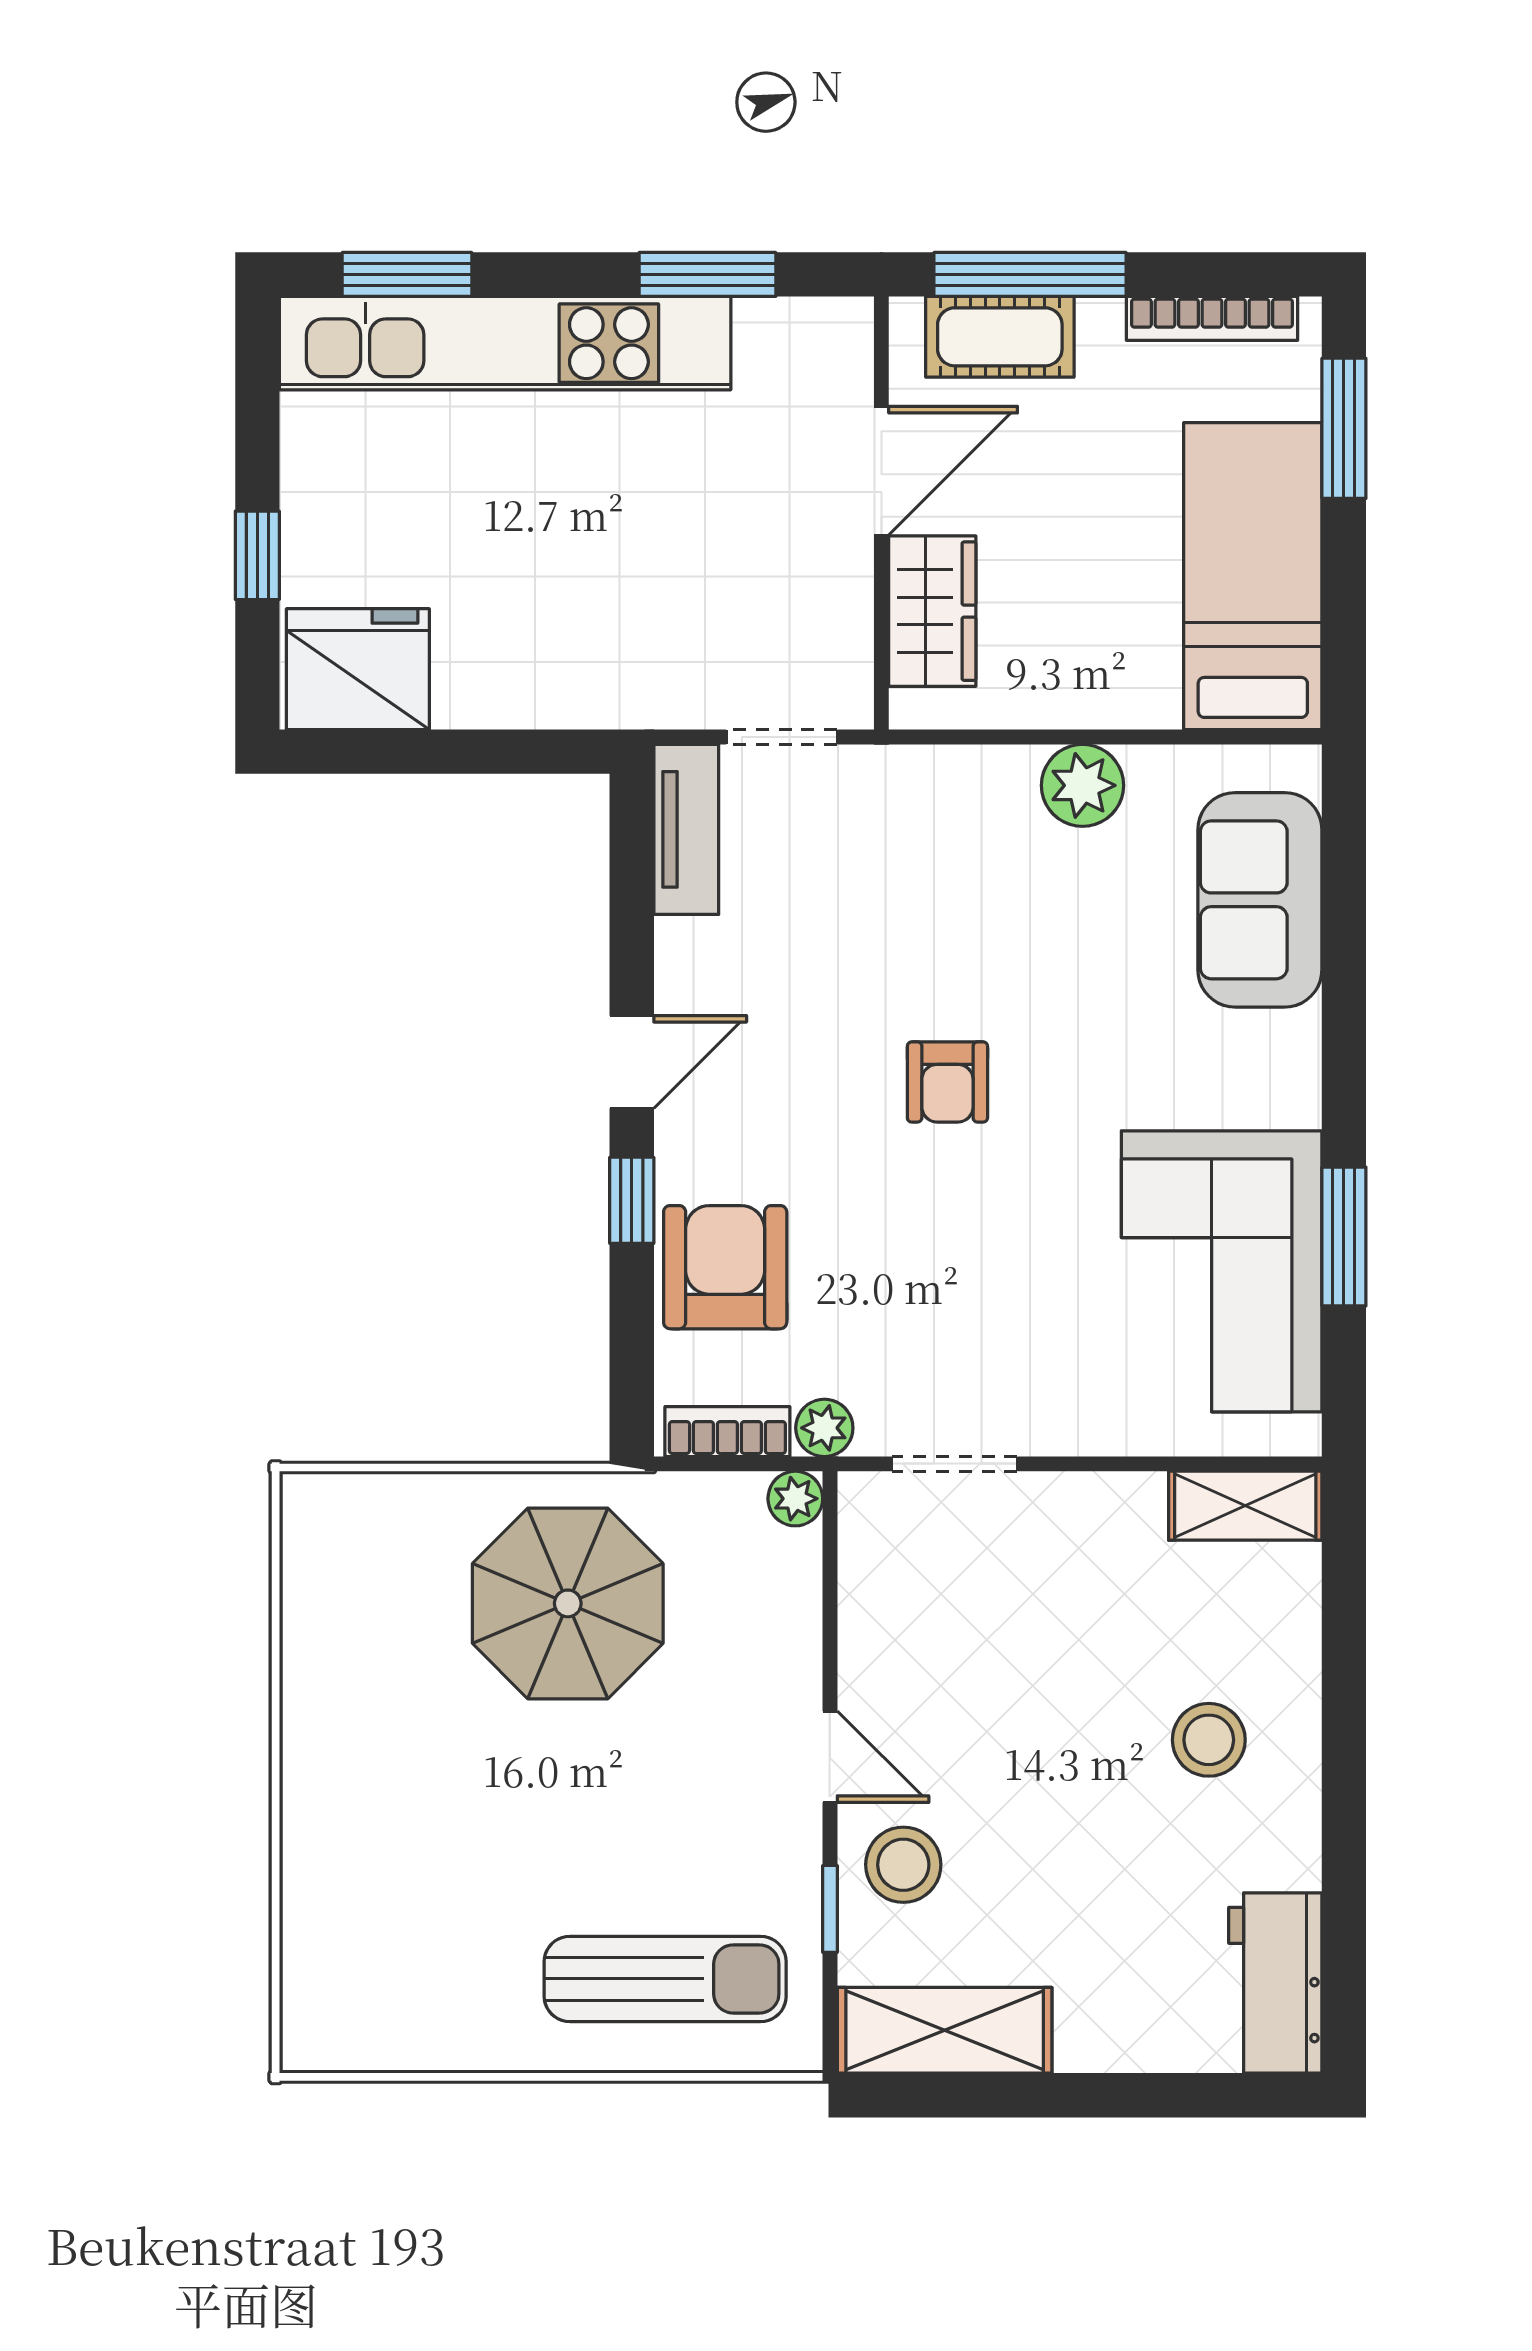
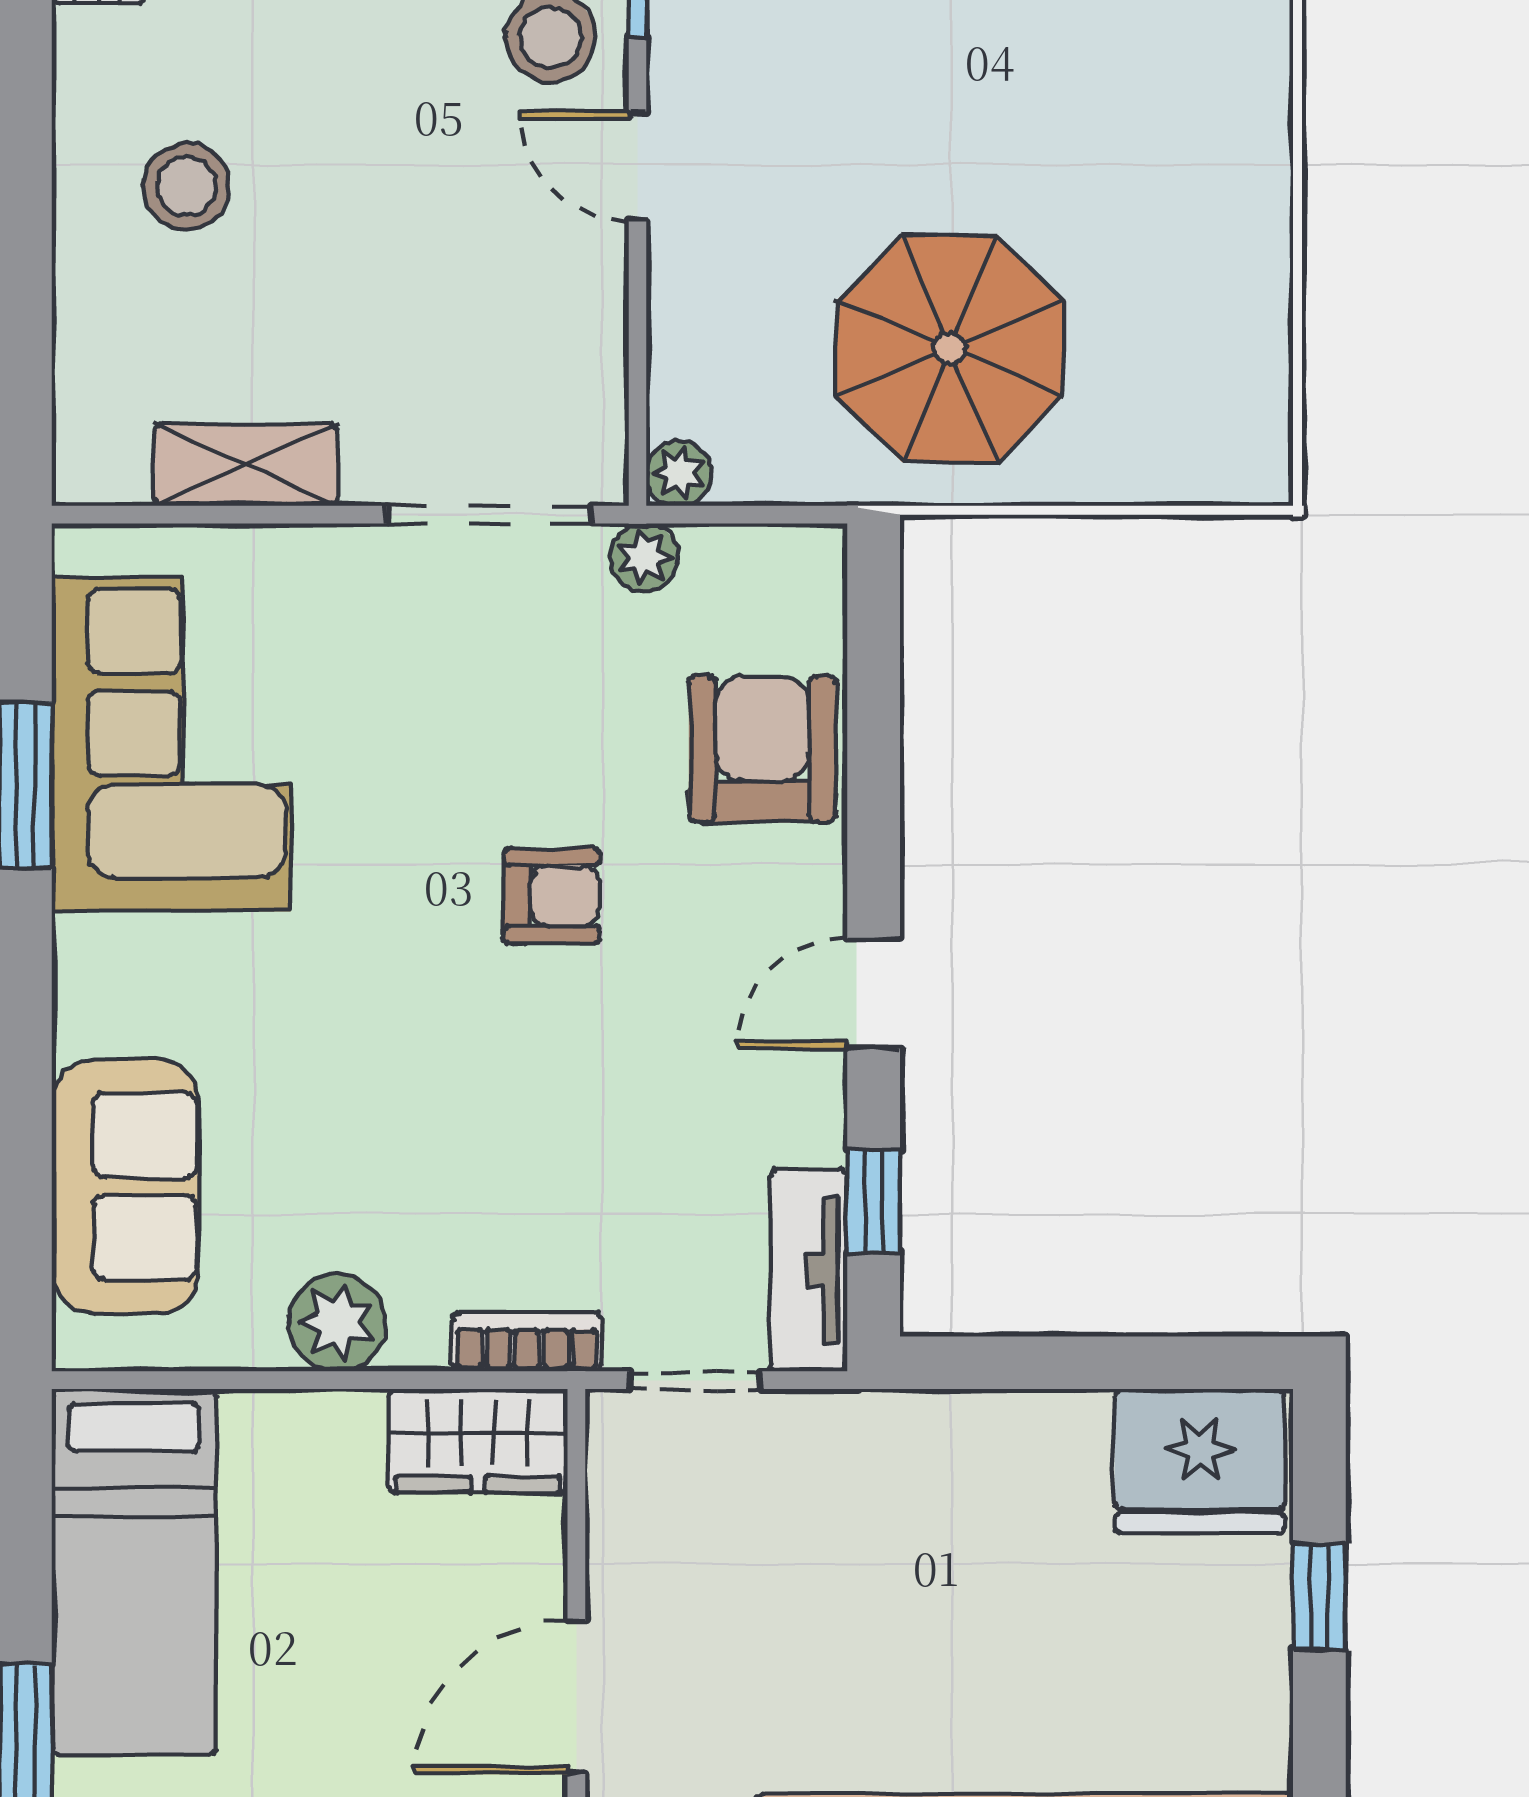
wardrobe: (932, 611) -> (478, 1441), moved, turned -90
armchair: (947, 1082) -> (552, 896), moved, turned 90
window: (632, 1200) -> (874, 1201), moved
armchair: (725, 1267) -> (762, 749), turned 180
bookcase: (727, 1432) -> (527, 1342), moved, turned 180
doorway: (955, 1464) -> (489, 515), width x1.38
shelving: (1245, 1506) -> (246, 465), moved

